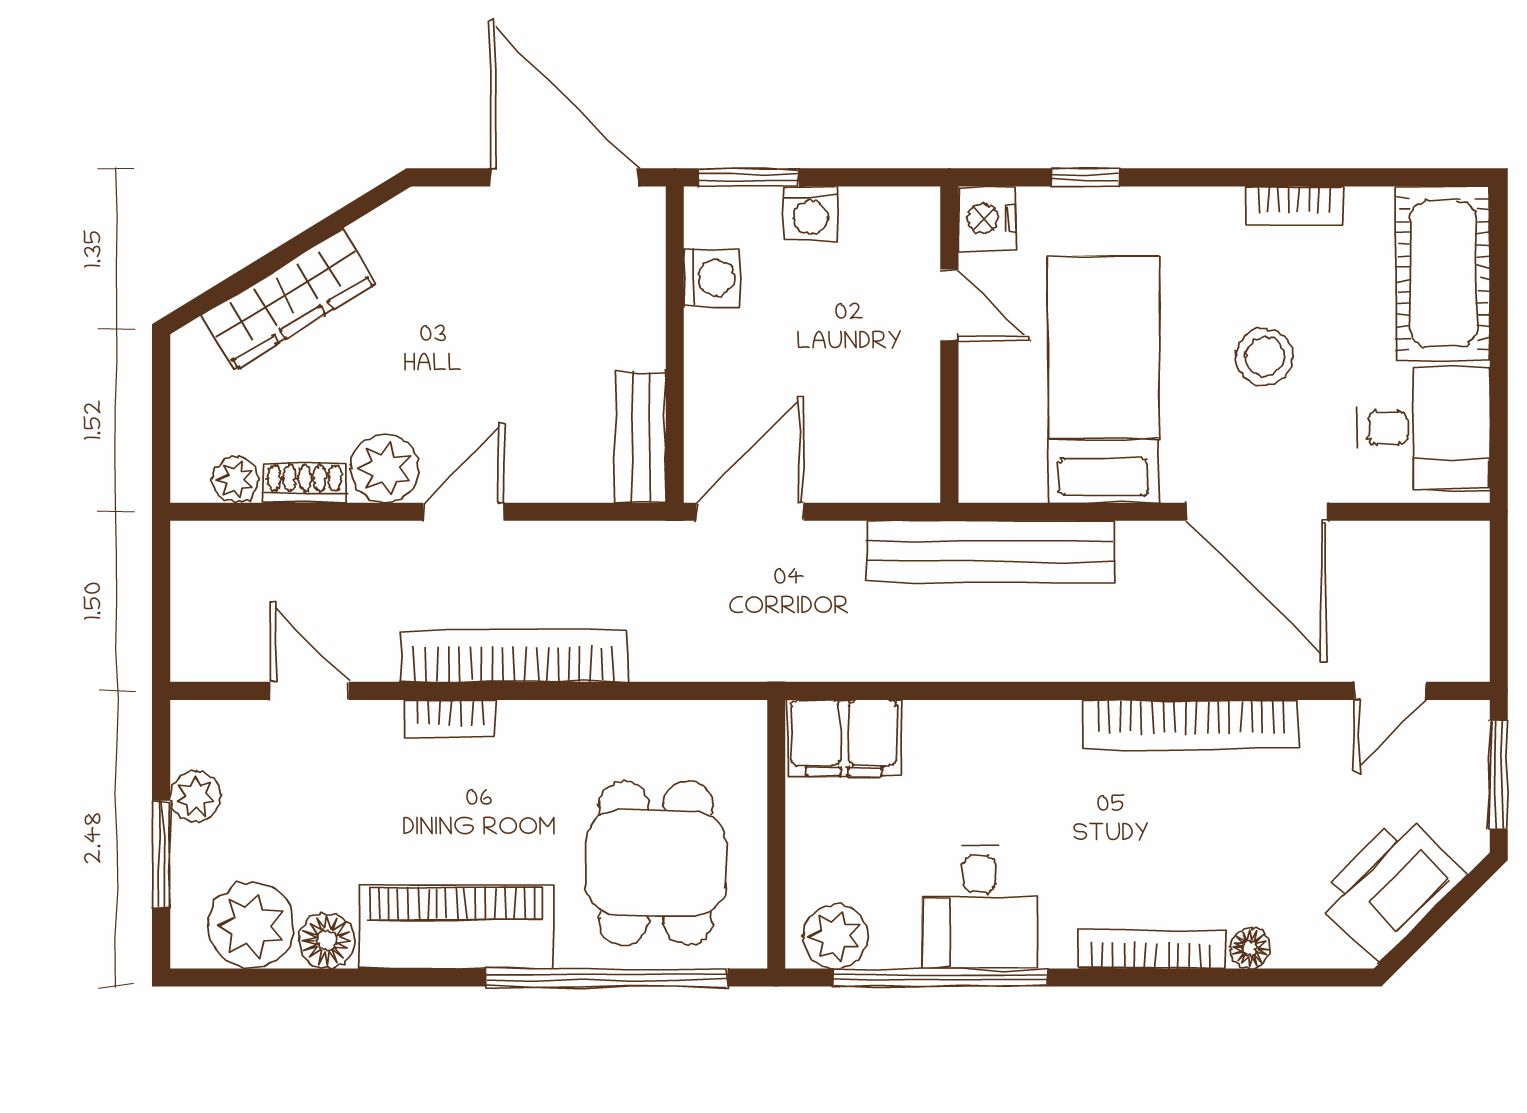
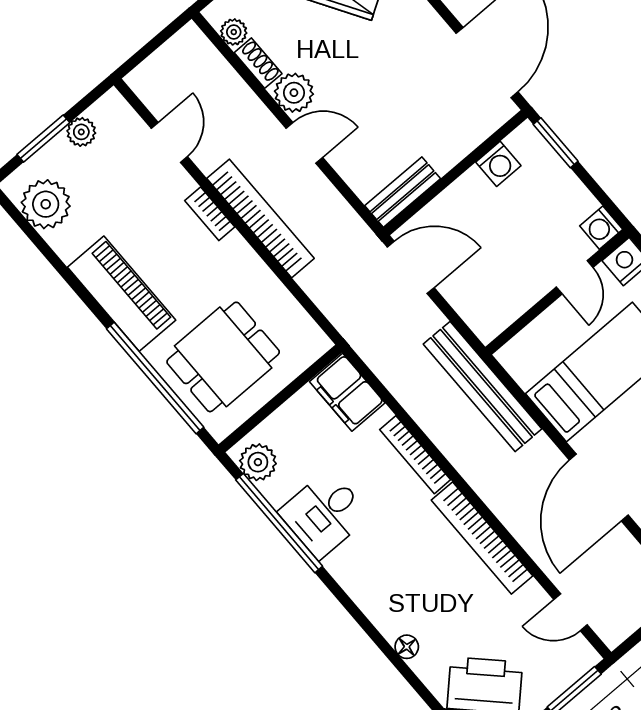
washing machine: (811, 213) -> (601, 228), moved
floor lamp: (327, 941) -> (67, 243), removed
bookcase: (1151, 950) -> (415, 455), moved, turned 180

